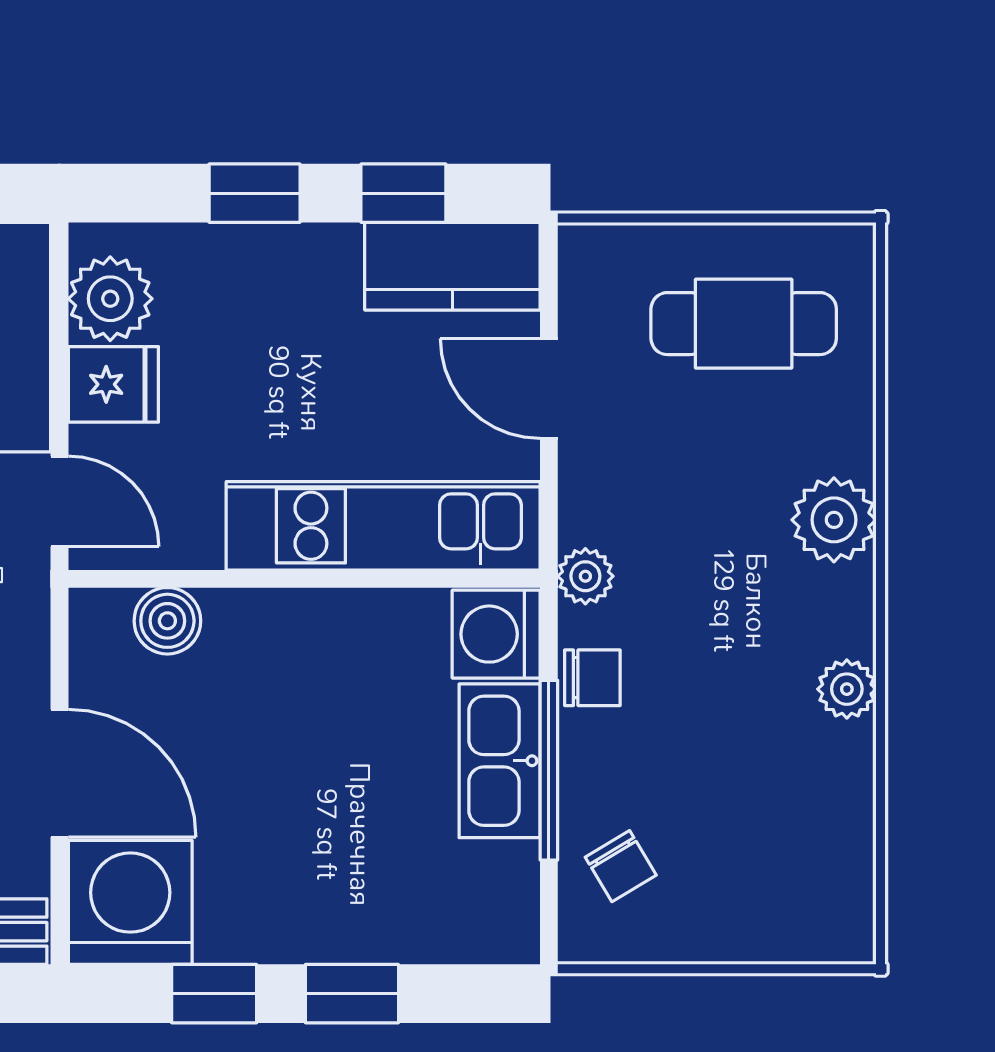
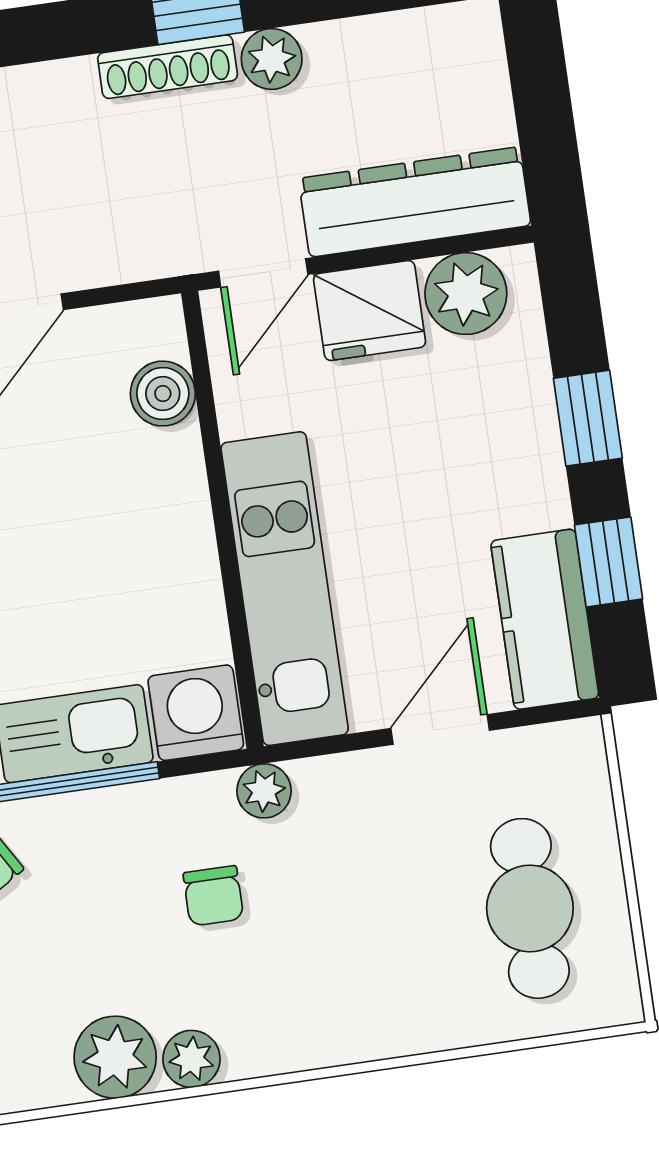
fridge: (113, 384) -> (370, 311), width x1.38
plant: (834, 520) -> (115, 1057), moved
chair: (592, 678) -> (213, 896), moved

